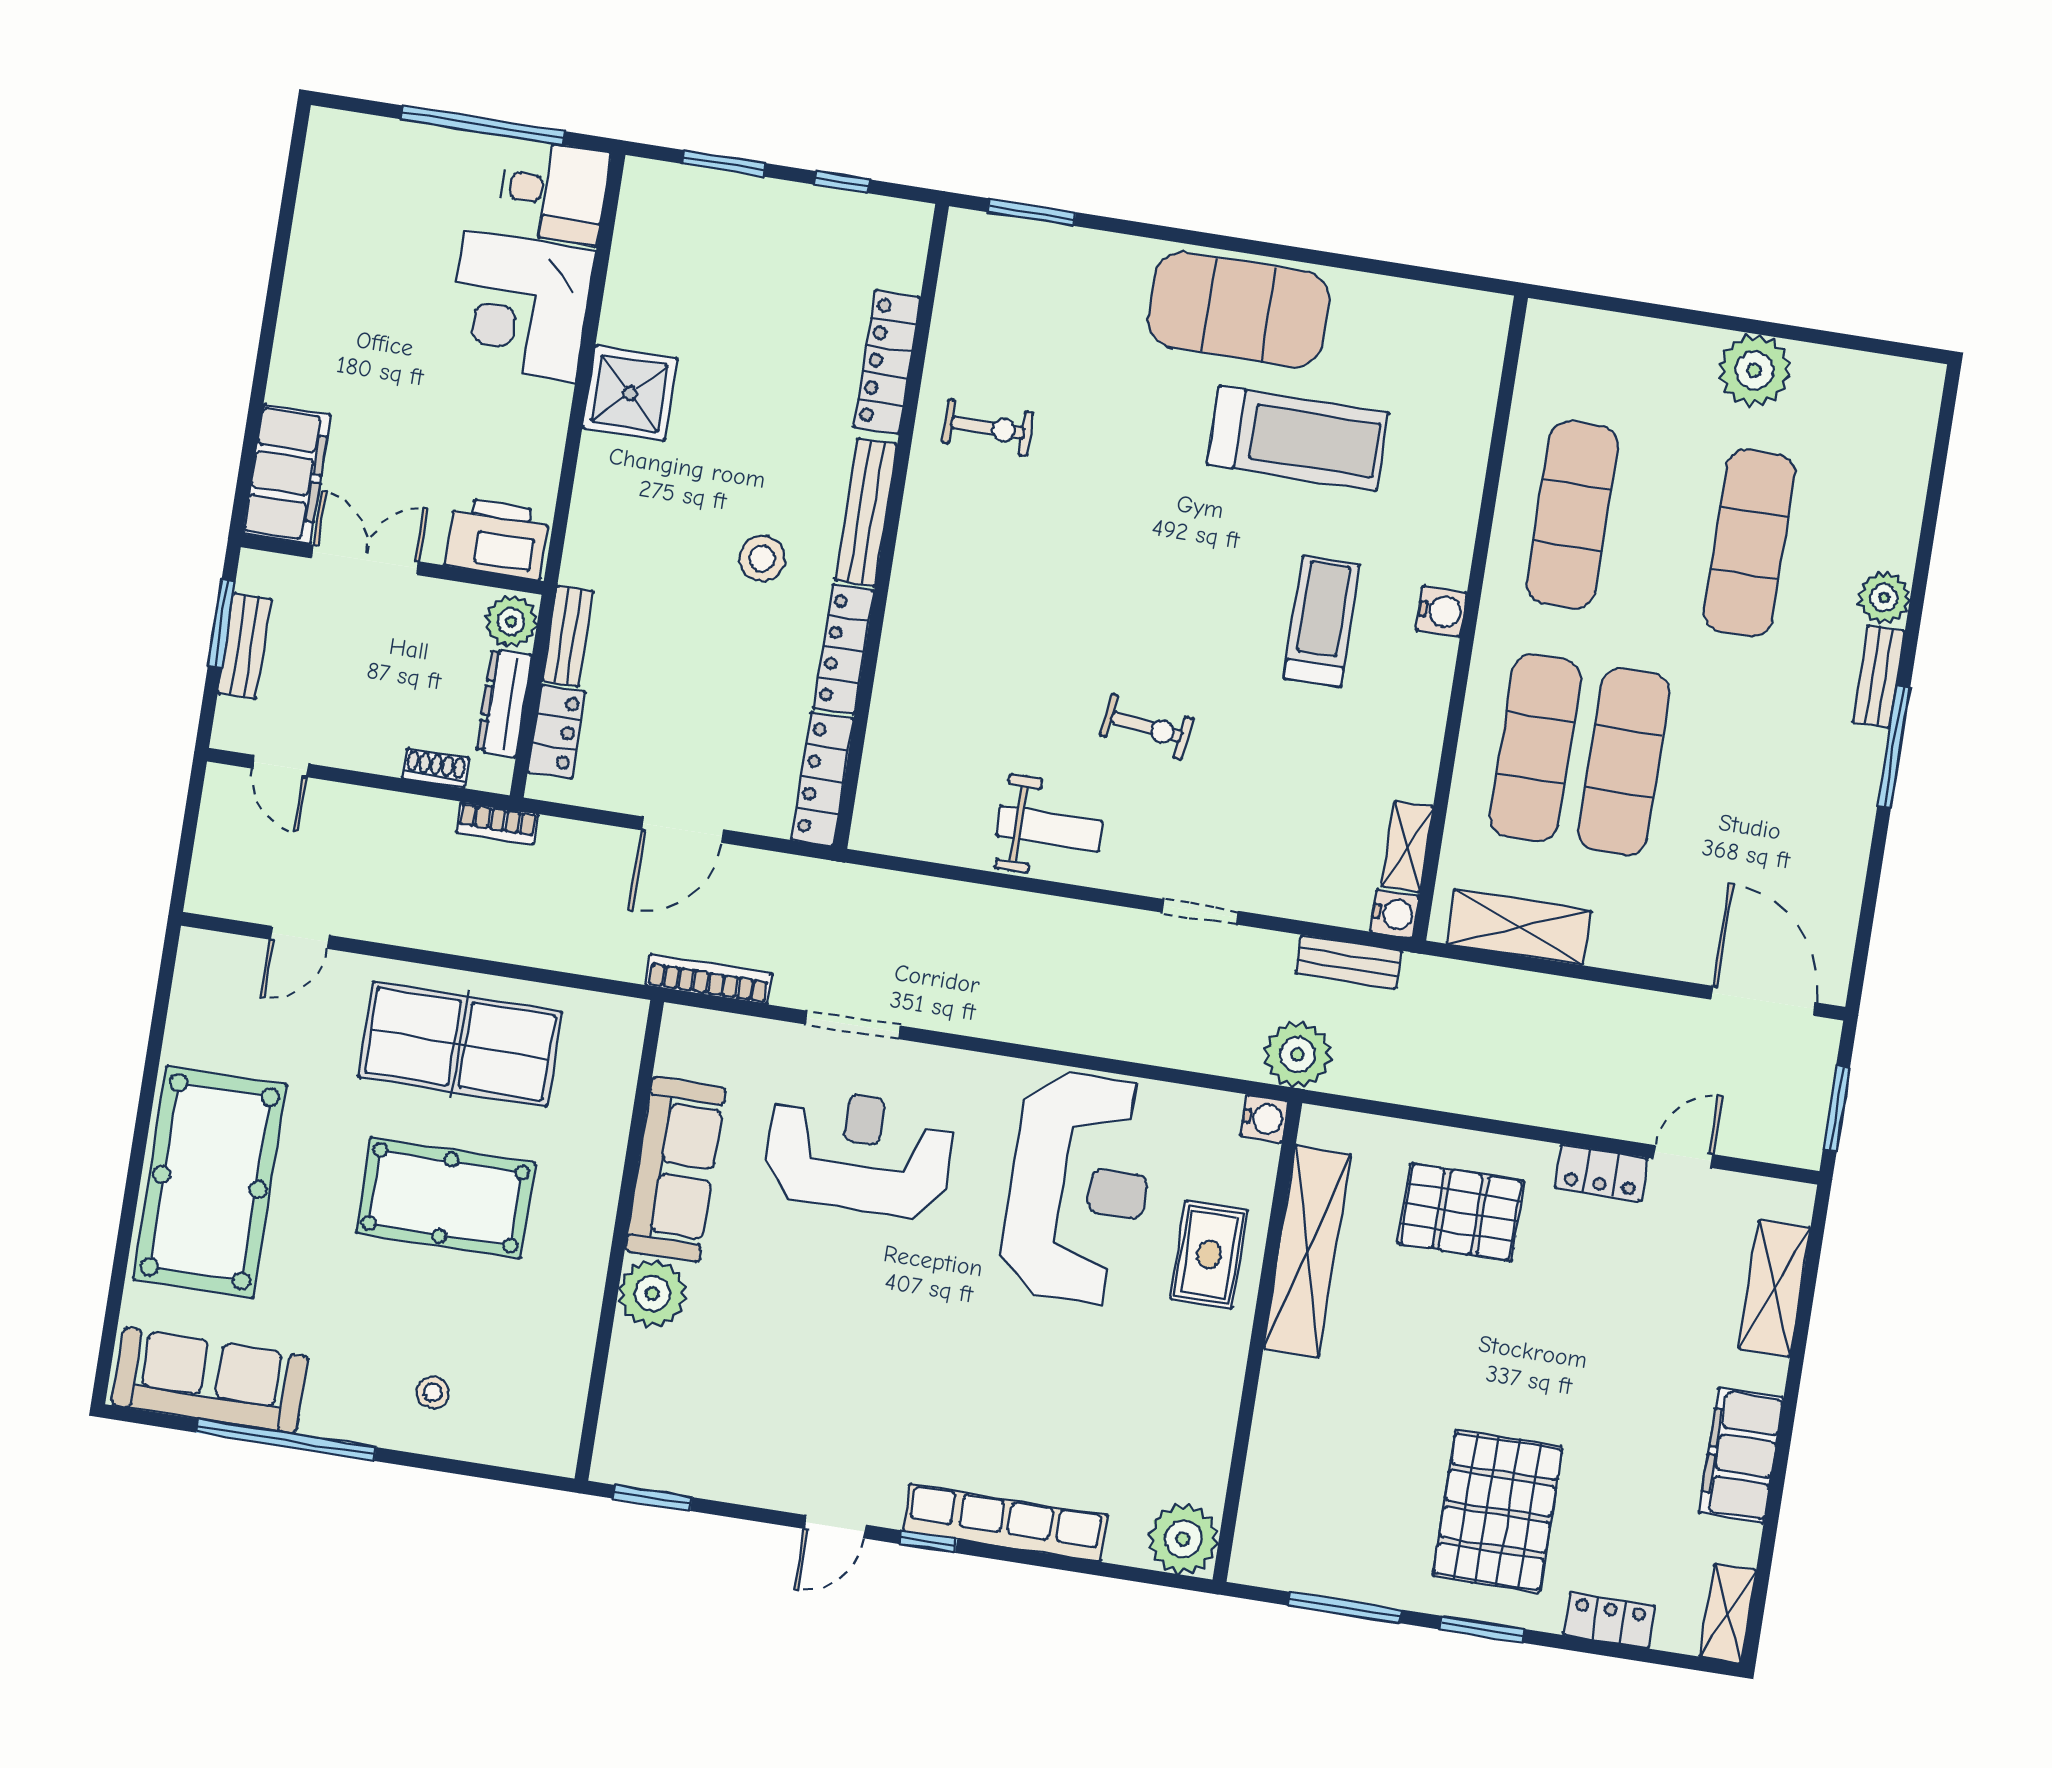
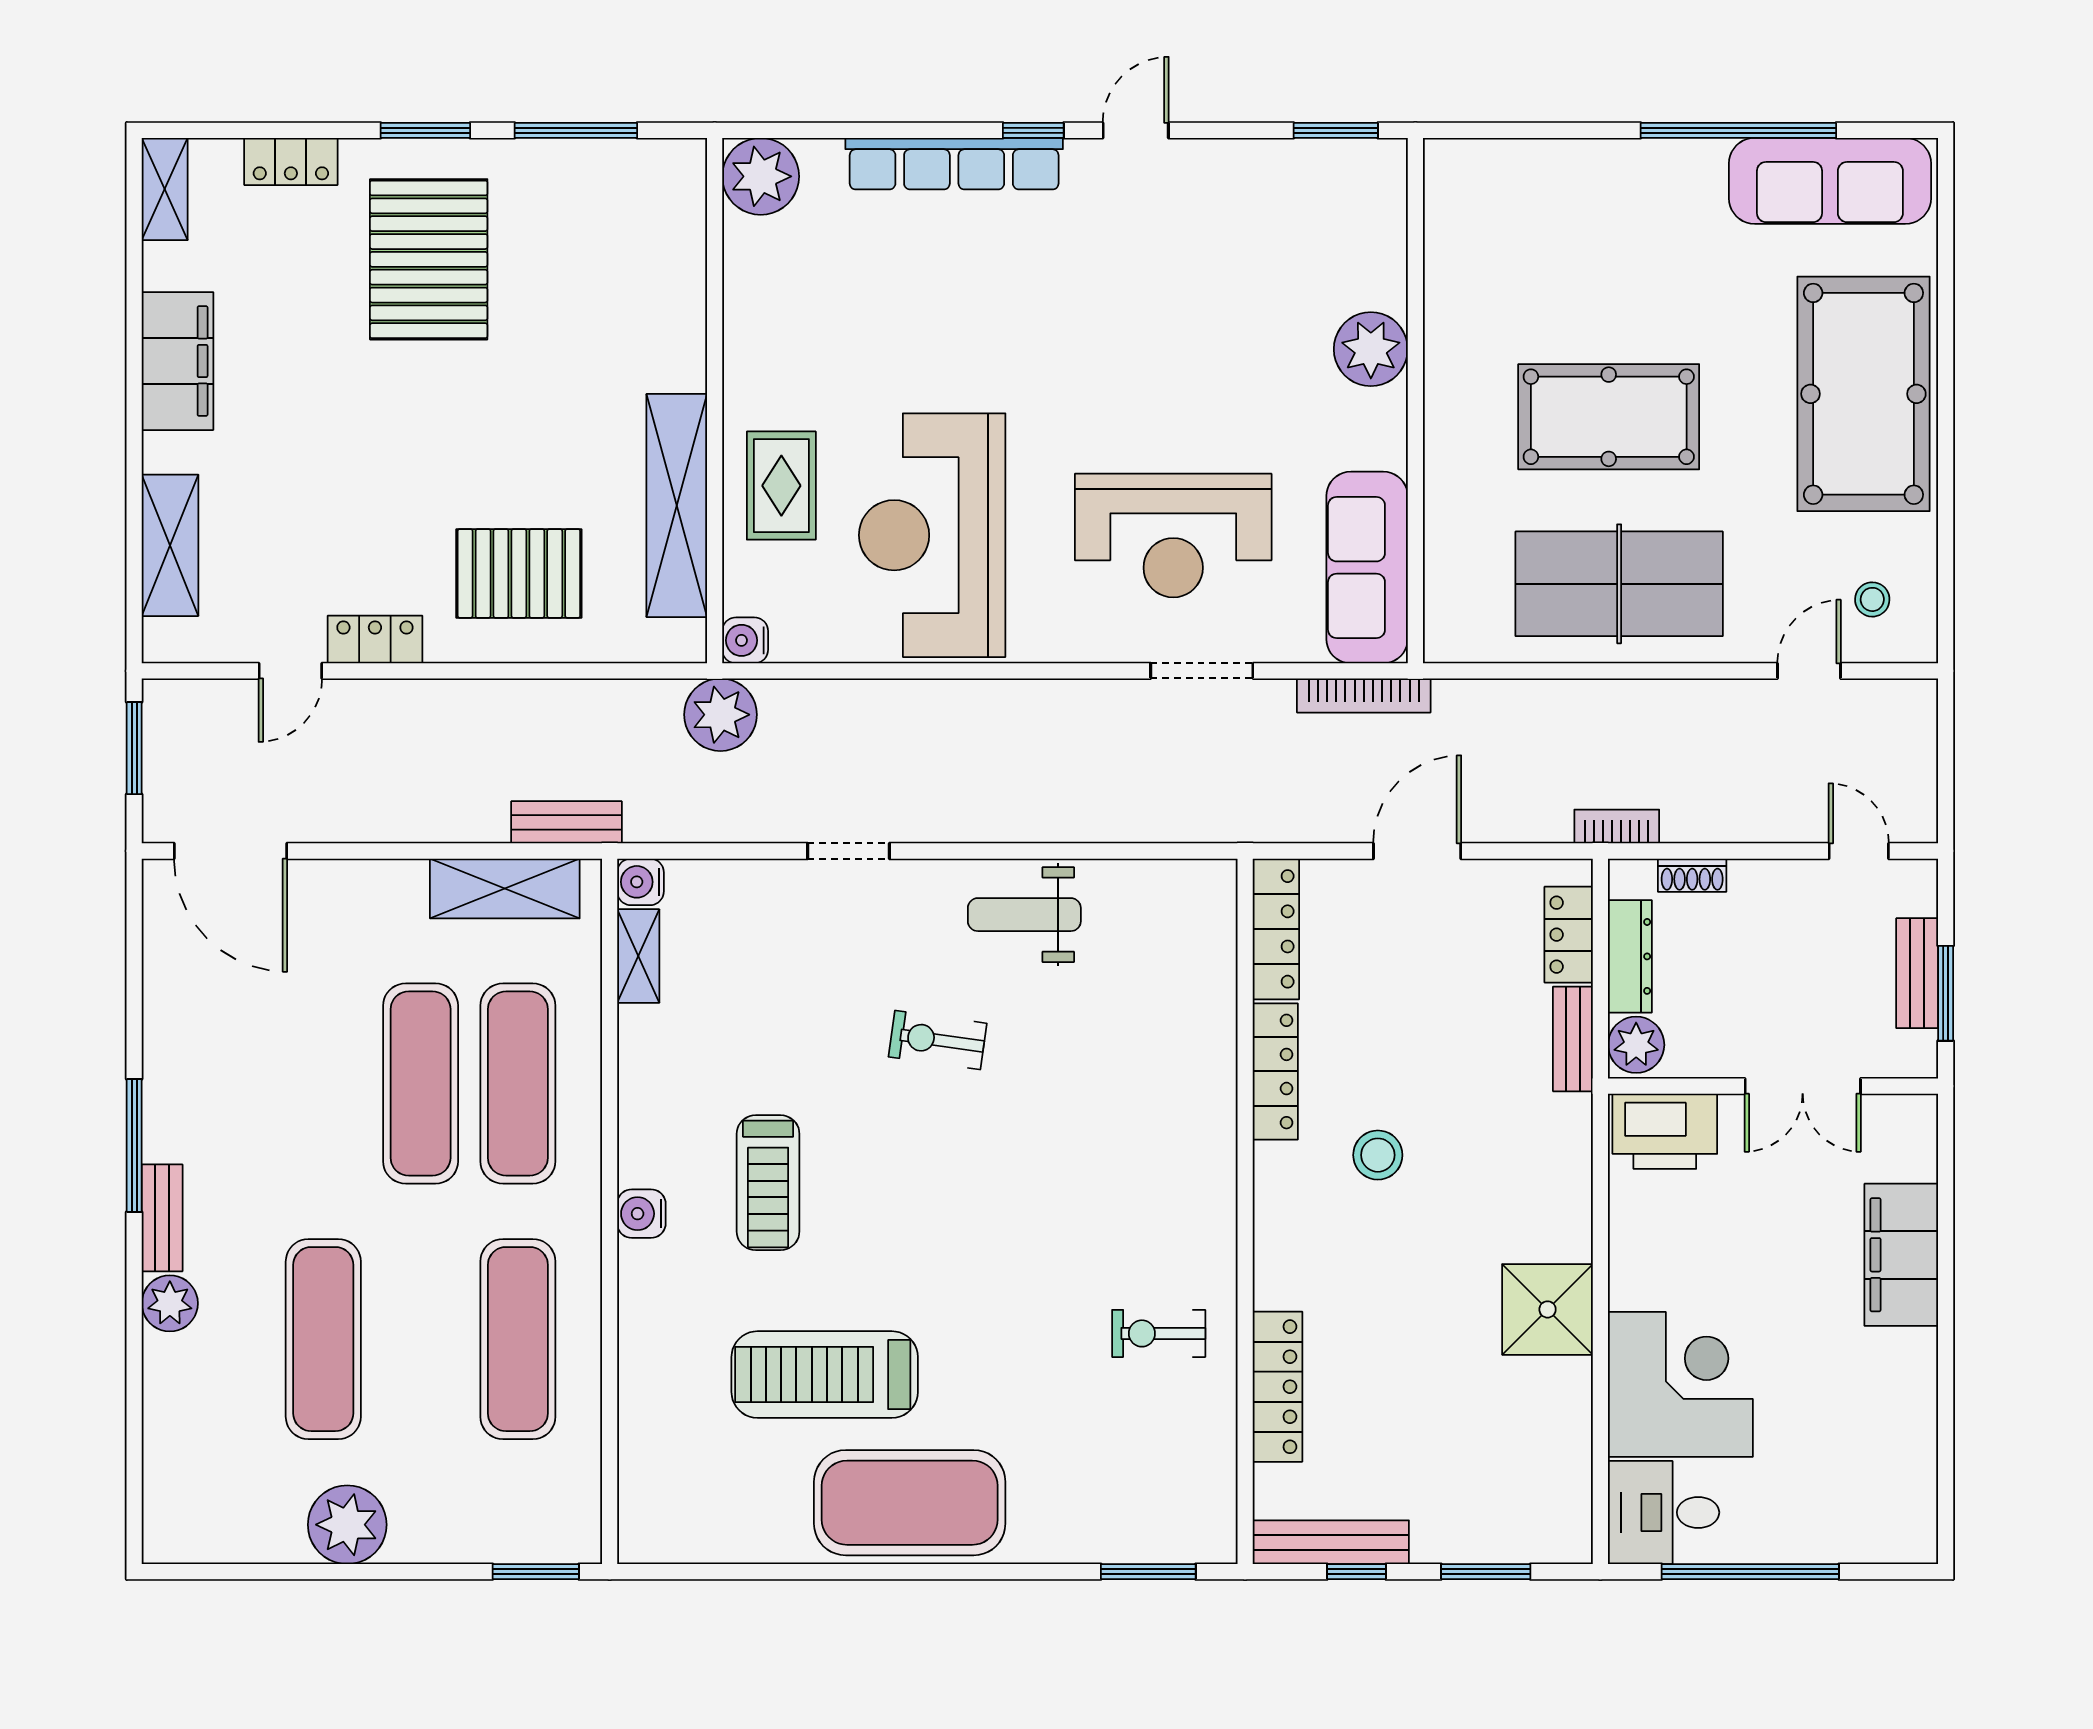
window: (1589, 301) -> (536, 1572), added
filing cabinet: (287, 474) -> (1901, 1255), moved
bench: (866, 513) -> (1331, 1542), moved, turned 90
bench: (1349, 962) -> (567, 822), moved
sofa: (676, 1170) -> (1367, 568), moved
stool: (433, 1392) -> (1872, 599), moved

